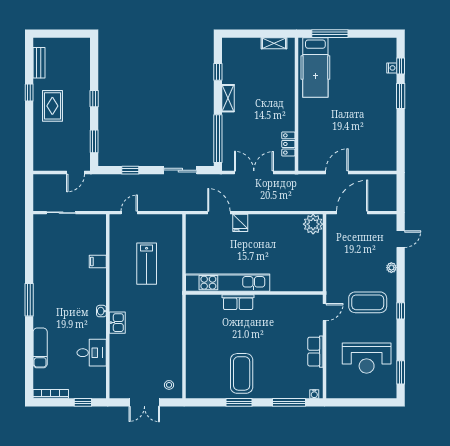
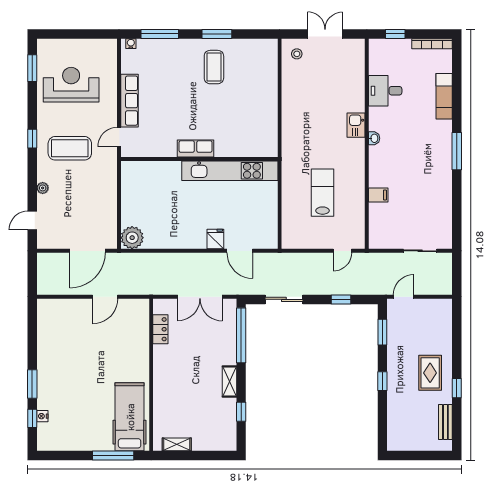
row of seats: (238, 302) -> (196, 149), moved
row of seats: (315, 352) -> (129, 101), width x1.48
coffee table: (242, 373) -> (214, 67), width x0.73, depth x0.76

